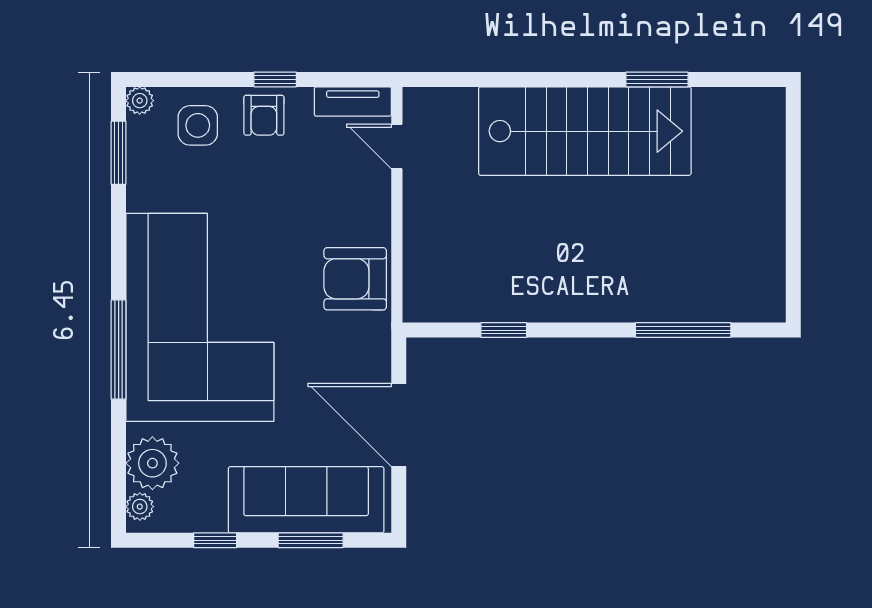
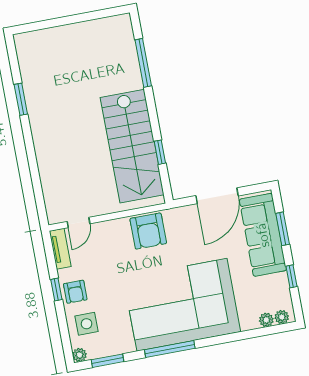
armchair: (264, 115) -> (75, 292), turned 90
stairs: (585, 131) -> (132, 146), moved, turned 180
window: (119, 350) -> (170, 349), moved
plant: (152, 463) -> (266, 320), width x0.53, depth x0.53

